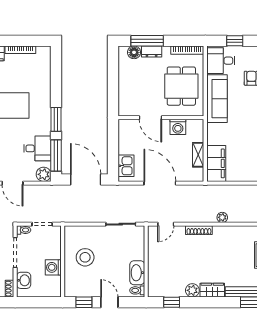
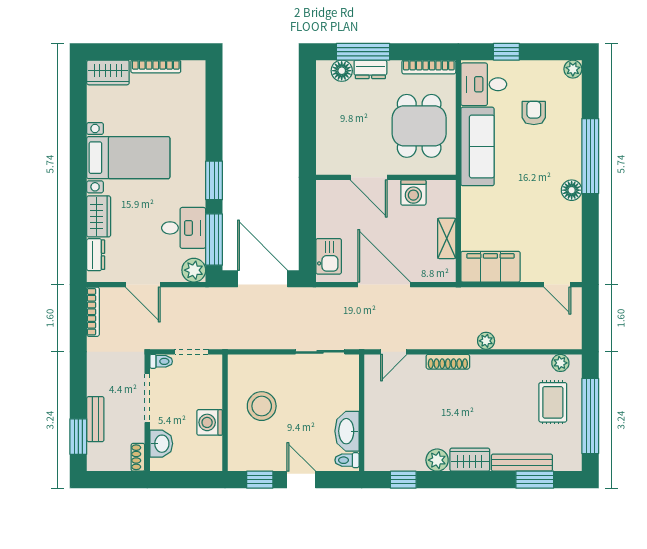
filing cabinet: (216, 163) -> (490, 267), moved, turned -90

